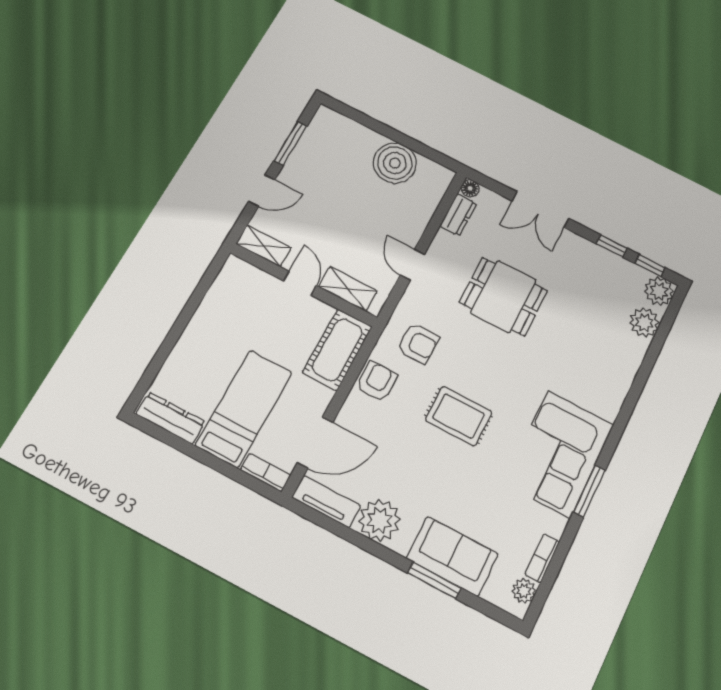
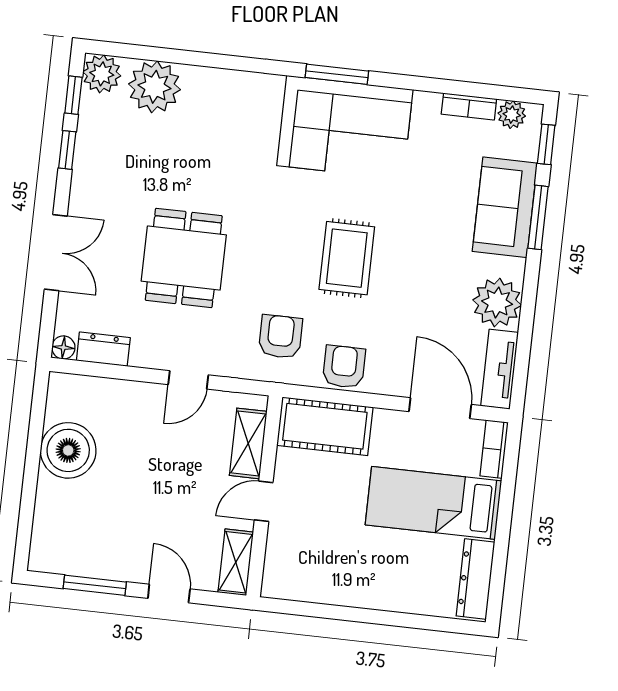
plant: (644, 322) -> (154, 87), width x1.36, depth x1.36
armchair: (377, 381) -> (344, 367), turned 90
window: (589, 491) -> (337, 74), moved
window: (490, 610) -> (546, 144), added

